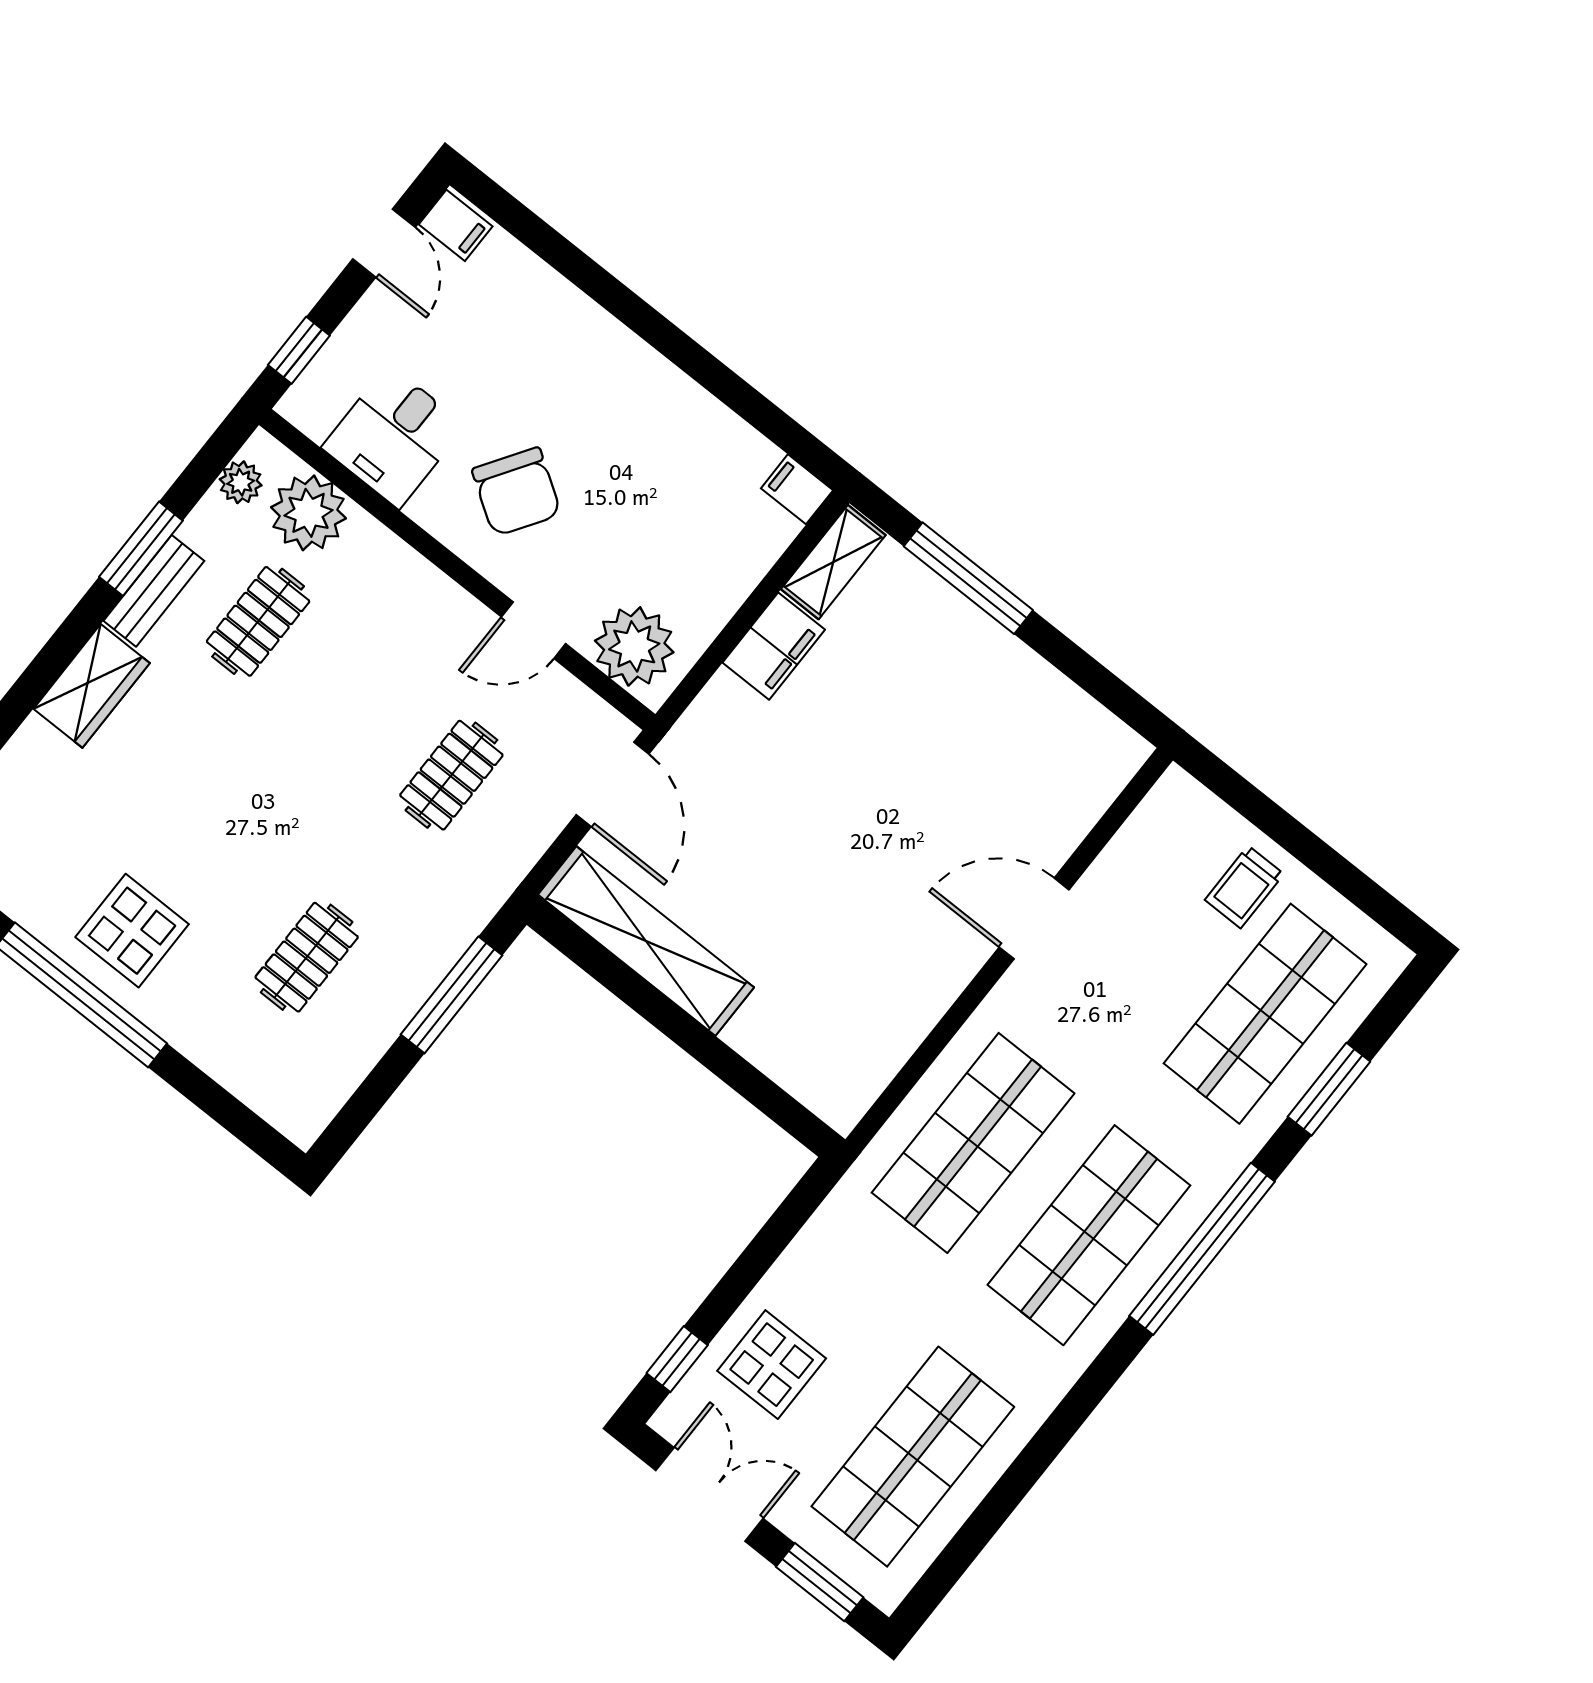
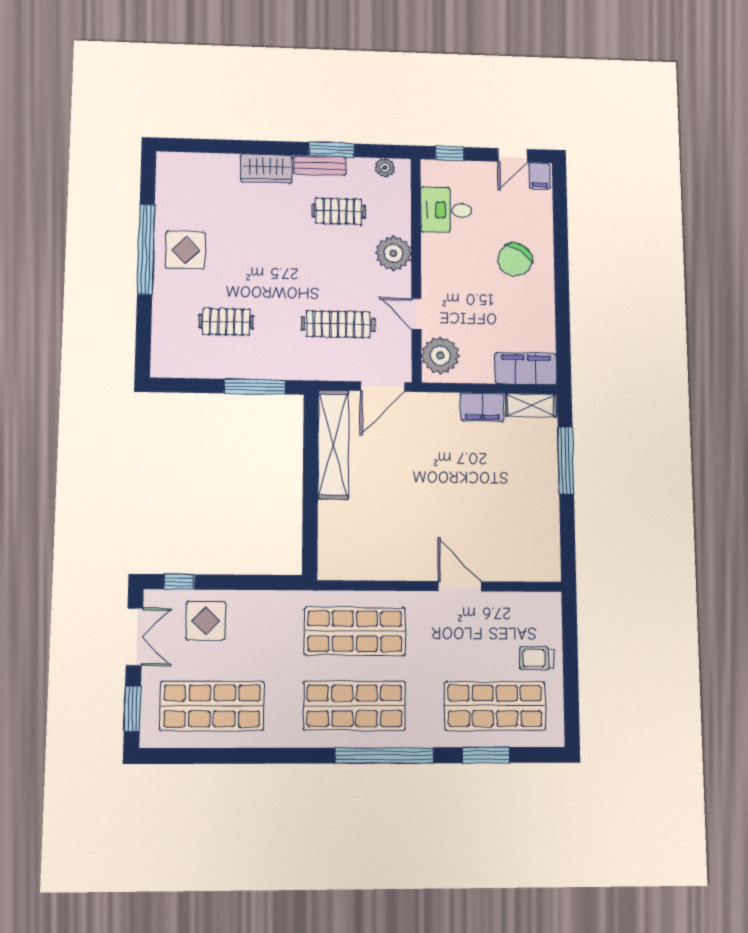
filing cabinet: (797, 489) -> (526, 369), width x3.00, depth x1.17
chair: (517, 492) -> (515, 259), moved
plant: (308, 513) -> (393, 253), moved
clothes rail: (451, 775) -> (338, 324), width x1.36

